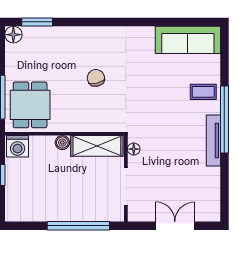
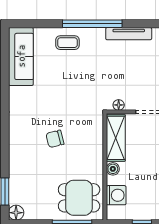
coffee table: (203, 92) -> (67, 43), turned 90
tv unit: (213, 141) -> (129, 34), moved
washing machine: (18, 146) -> (116, 195), moved

